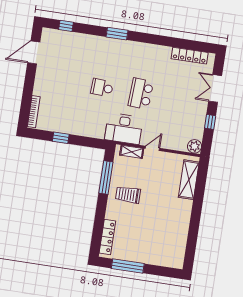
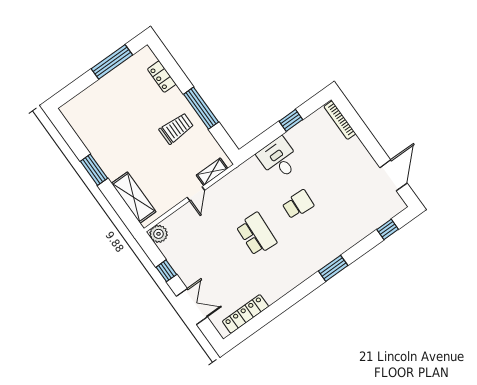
desk: (124, 129) -> (279, 159), moved, width x0.73
window: (106, 177) -> (201, 108), moved
window: (196, 216) -> (94, 170), added
locker: (107, 237) -> (162, 77), width x0.66

